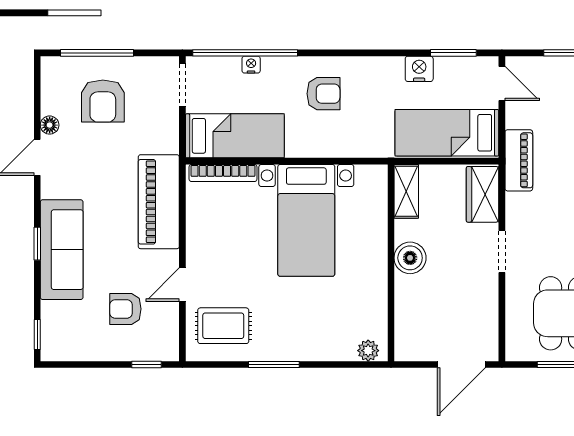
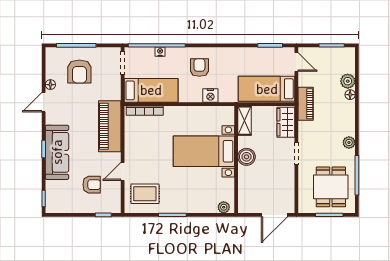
nightstand: (419, 69) -> (210, 96), moved, turned 180
armchair: (323, 94) -> (199, 67), turned -90
bed with nightstands: (306, 220) -> (204, 151), moved, turned 90
armchair: (125, 309) -> (92, 185), turned 180

